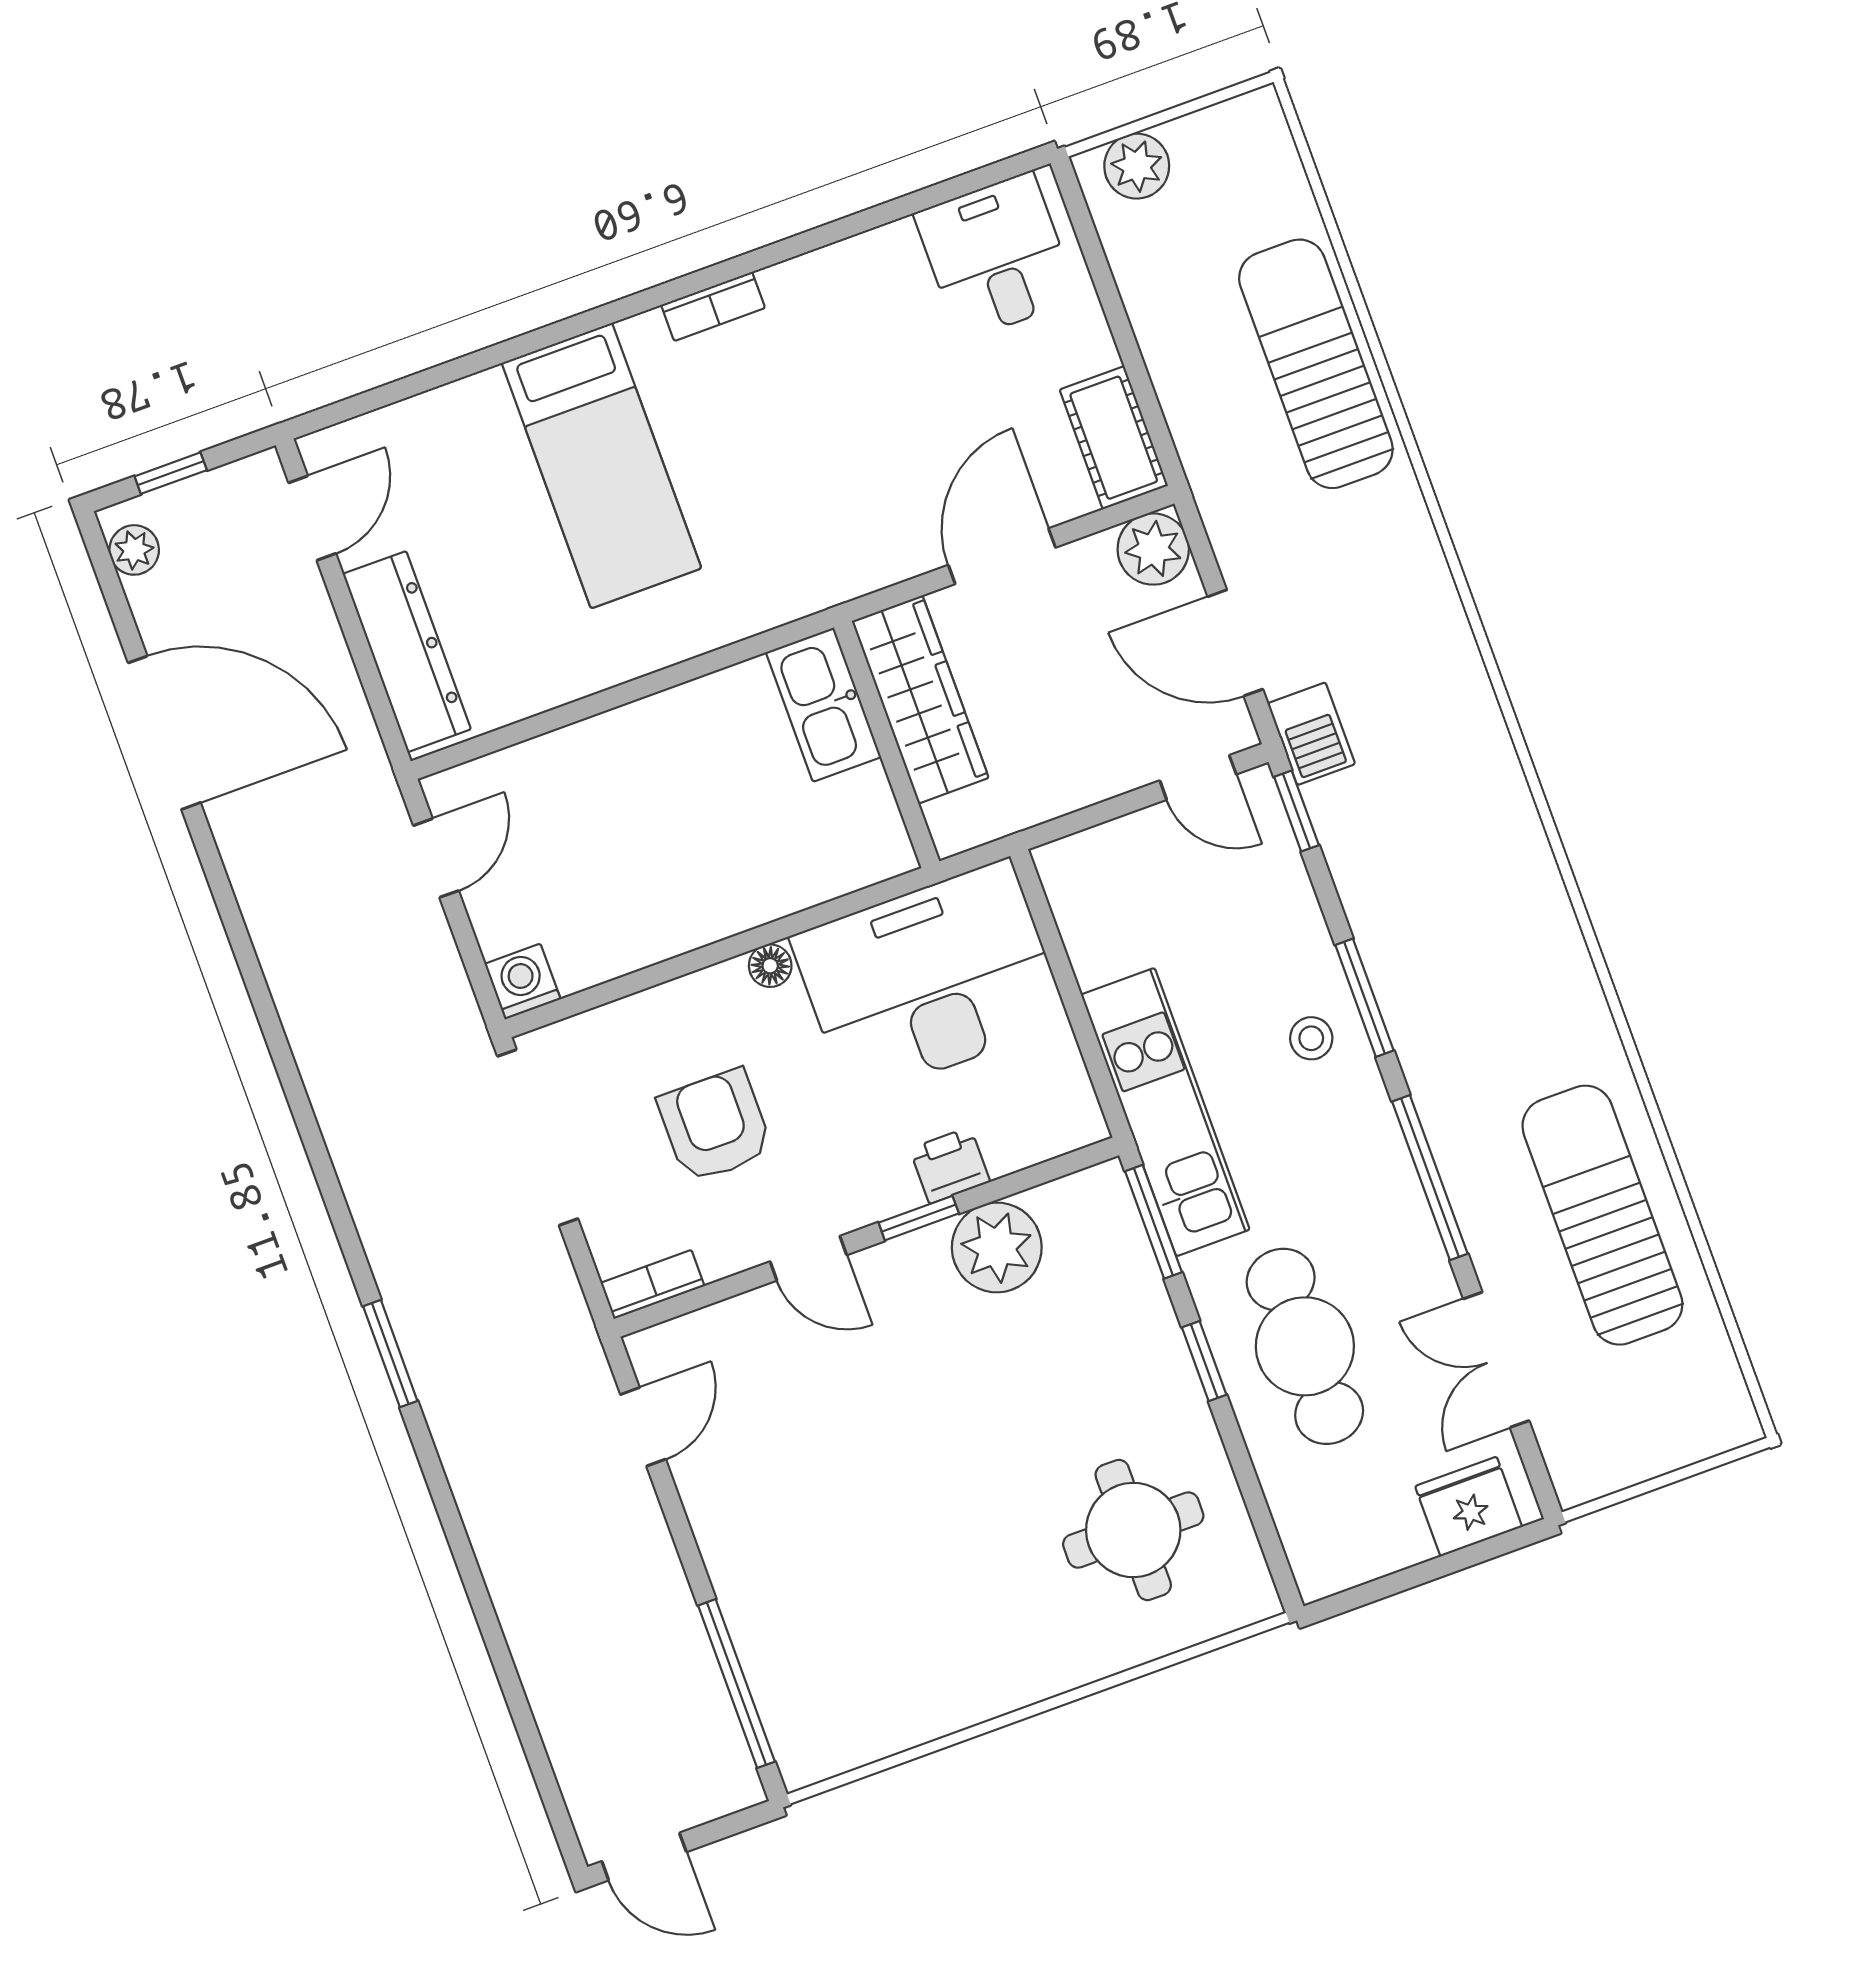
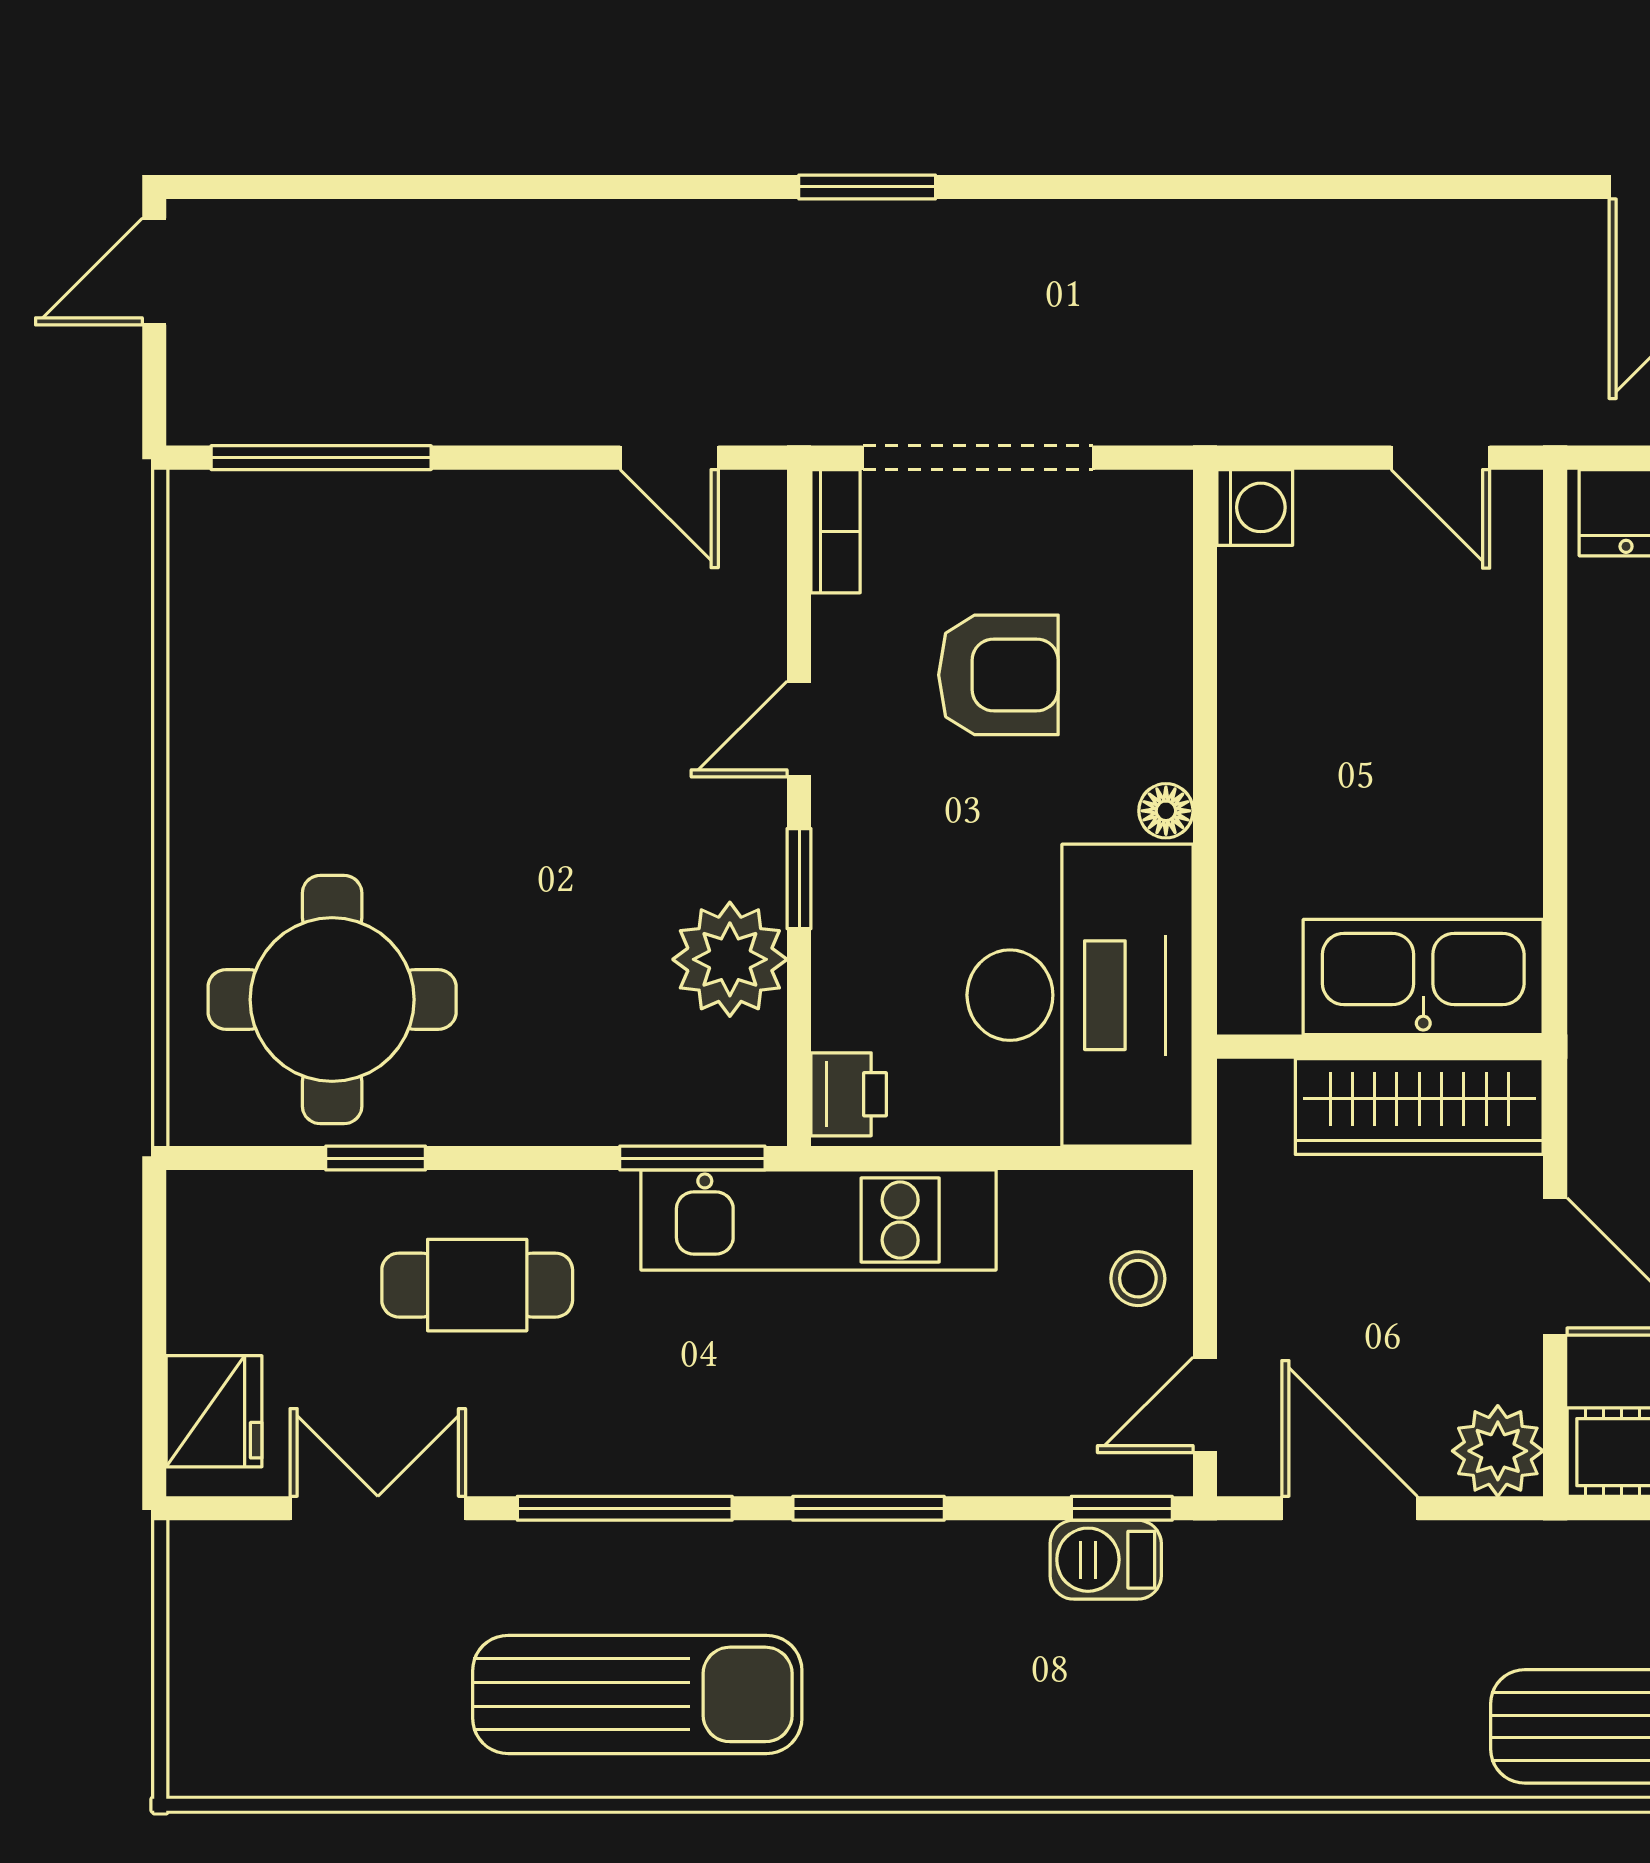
door: (1235, 643) -> (1350, 1508), hinge flipped
kitchen sink: (823, 705) -> (1423, 977), width x1.36, depth x1.24
barbecue: (1311, 734) -> (1106, 1560), moved
stool: (1311, 1038) -> (1138, 1279), moved
doorway: (538, 1137) -> (978, 458), moved
printer: (950, 1165) -> (849, 1094), moved
sun lounger: (1602, 1215) -> (637, 1694), moved
cafe table: (1305, 1346) -> (477, 1285), width x0.73, depth x0.74
window: (1204, 1361) -> (376, 1158), moved
round table: (1133, 1530) -> (332, 1000), width x1.36, depth x1.36

